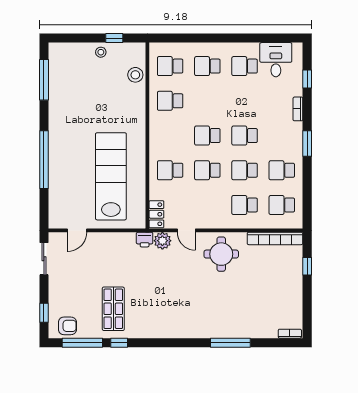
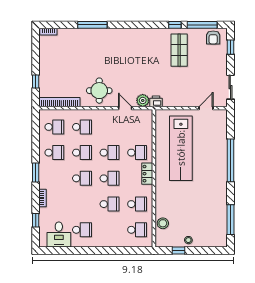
school desk: (207, 66) -> (110, 204), moved
locker: (156, 214) -> (147, 174), moved
armchair: (67, 326) -> (213, 37), turned -90

